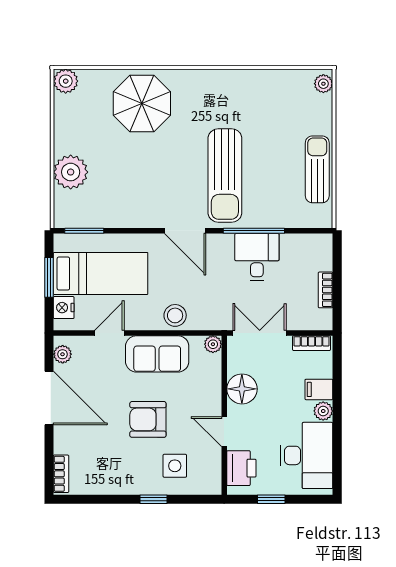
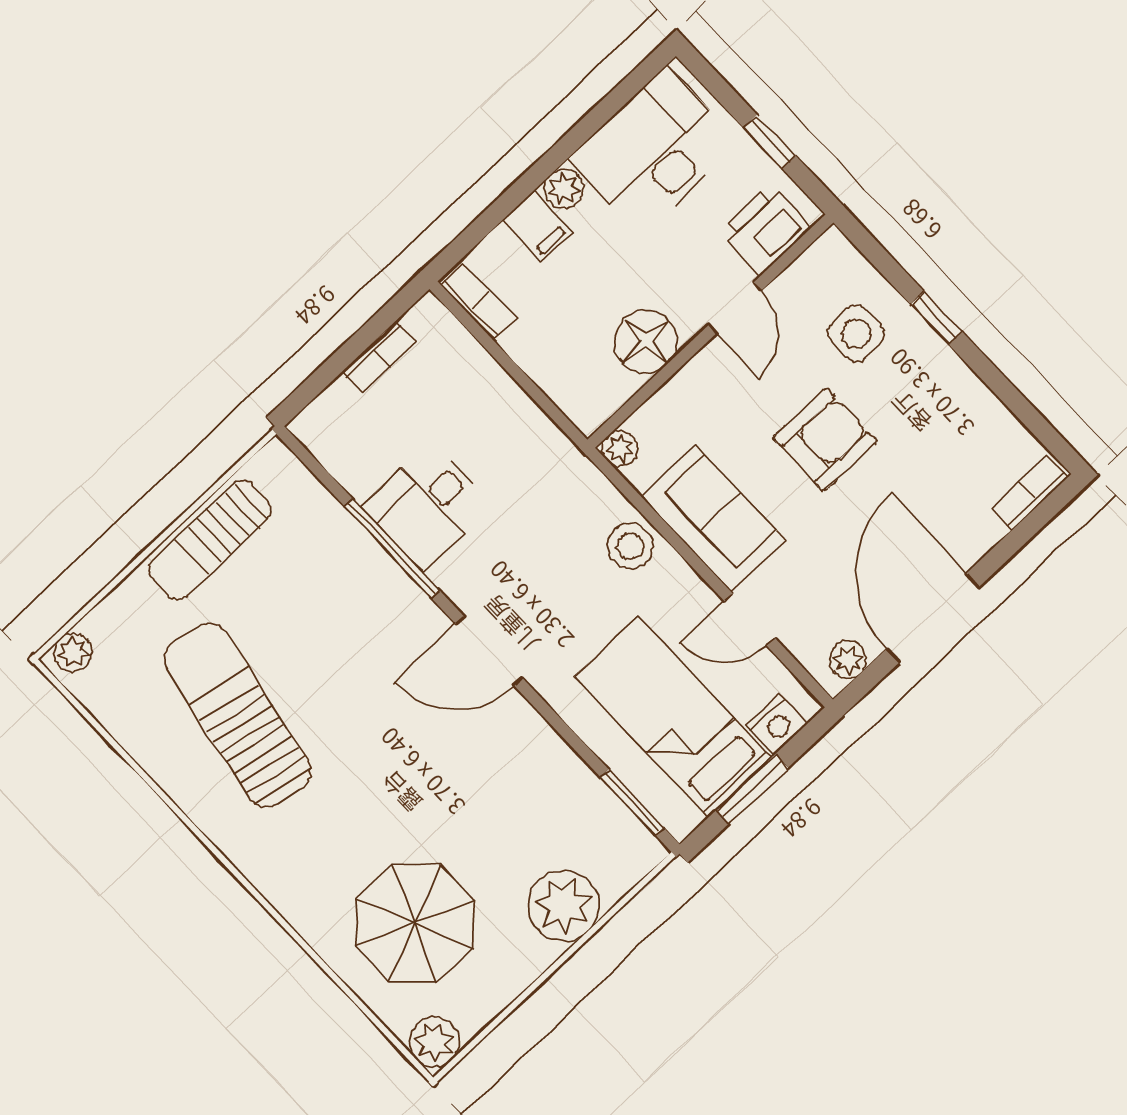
parasol: (142, 103) -> (415, 923), moved
sun lounger: (225, 175) -> (237, 715), moved, turned -79
door: (185, 231) -> (489, 651), swing flipped
double door: (260, 333) -> (537, 395), removed
armchair: (148, 419) -> (825, 439), turned -90

